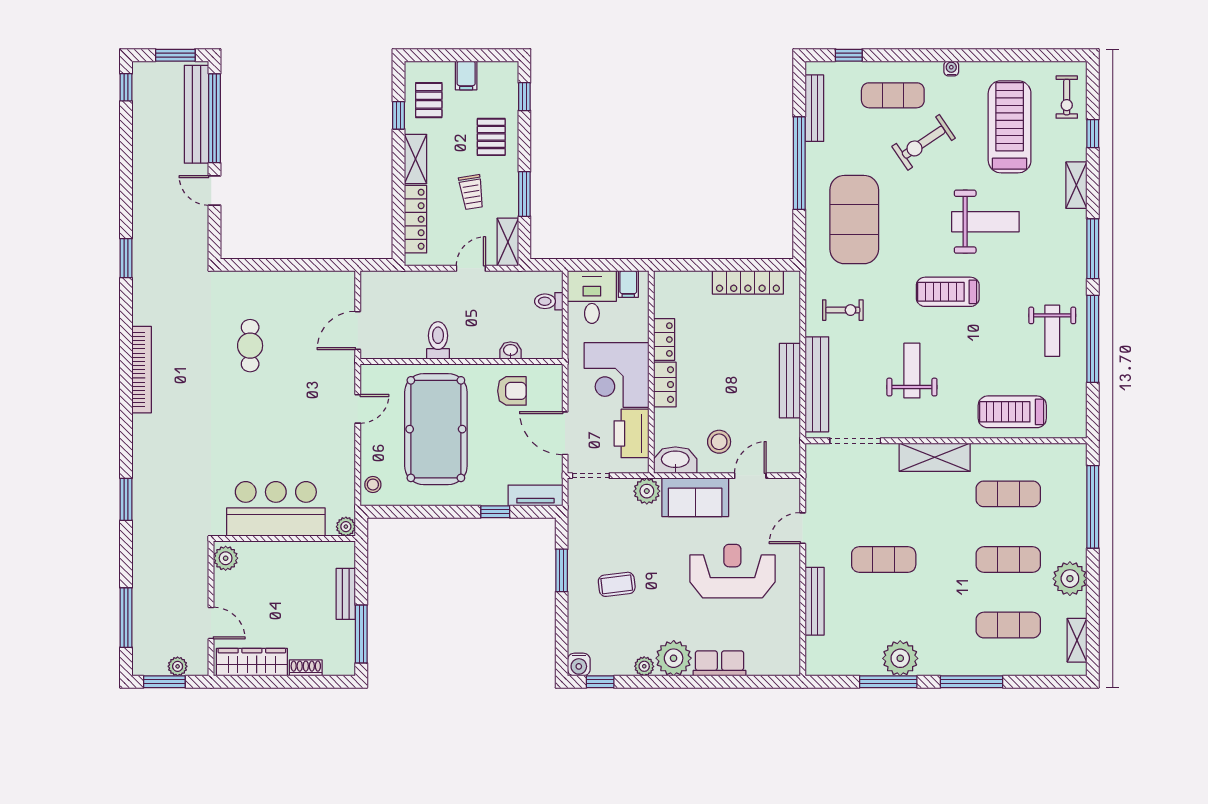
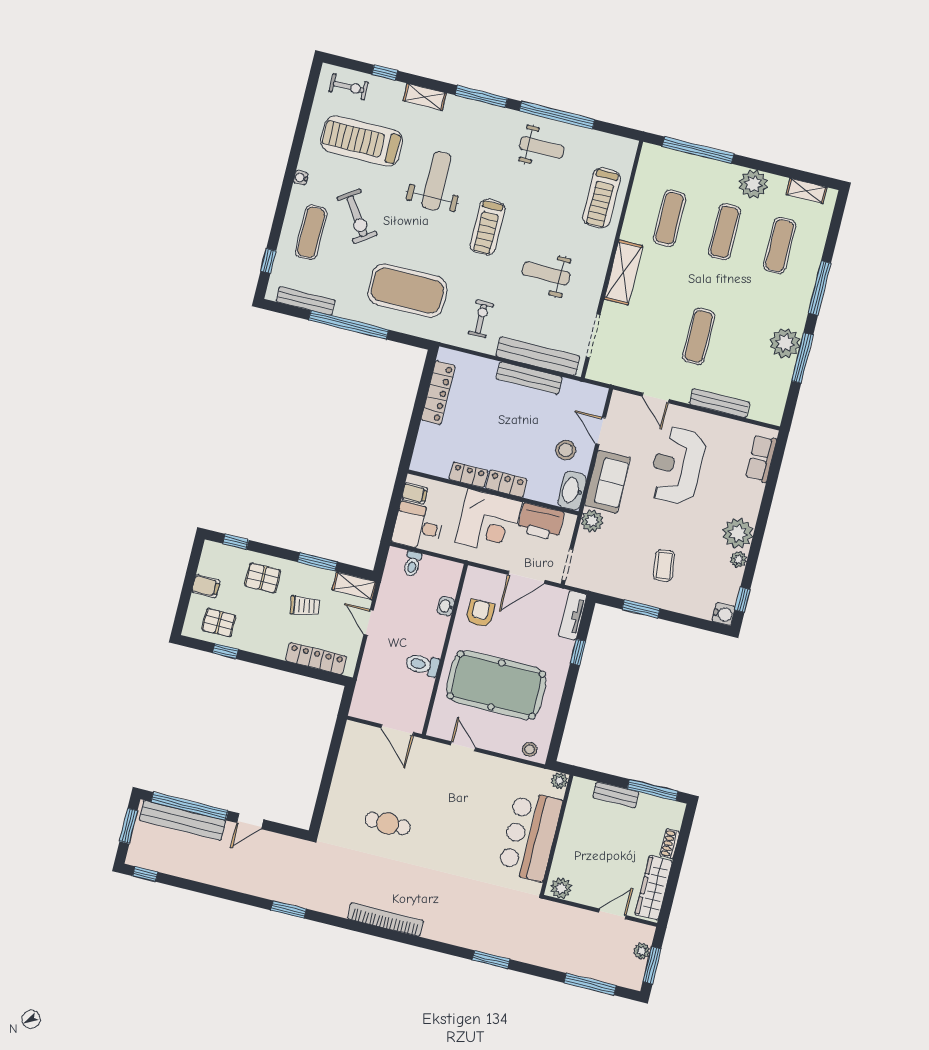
shelving: (415, 159) -> (265, 646), removed
row of seats: (719, 663) -> (761, 458), moved

